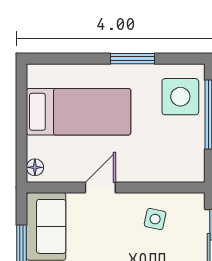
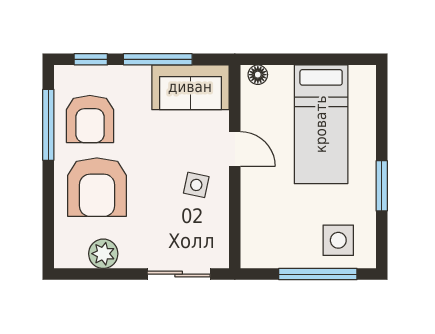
side table: (180, 97) -> (338, 240), width x0.73, depth x0.73
side table: (155, 219) -> (196, 185), moved

